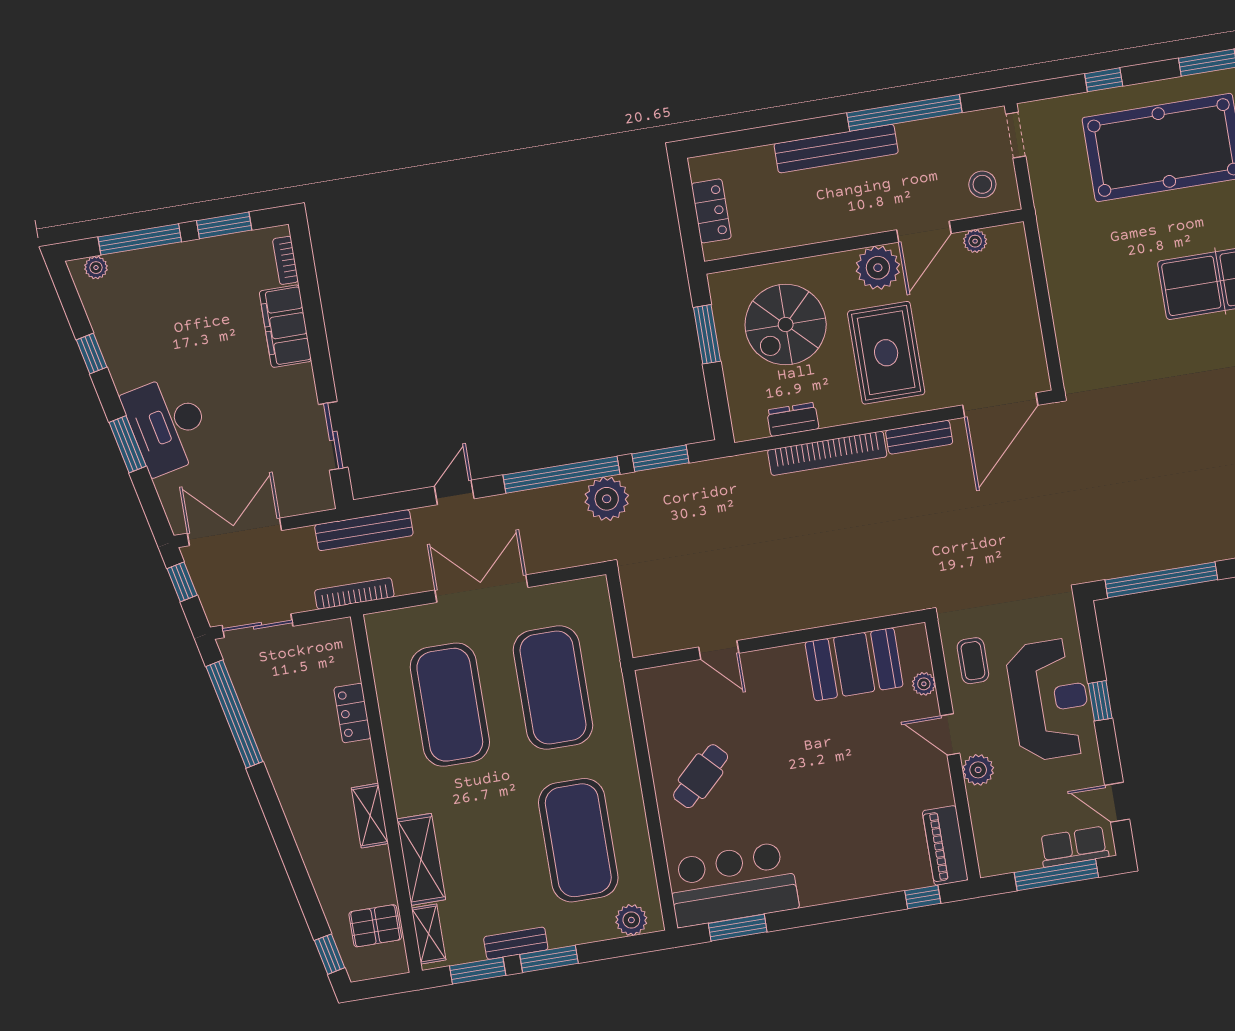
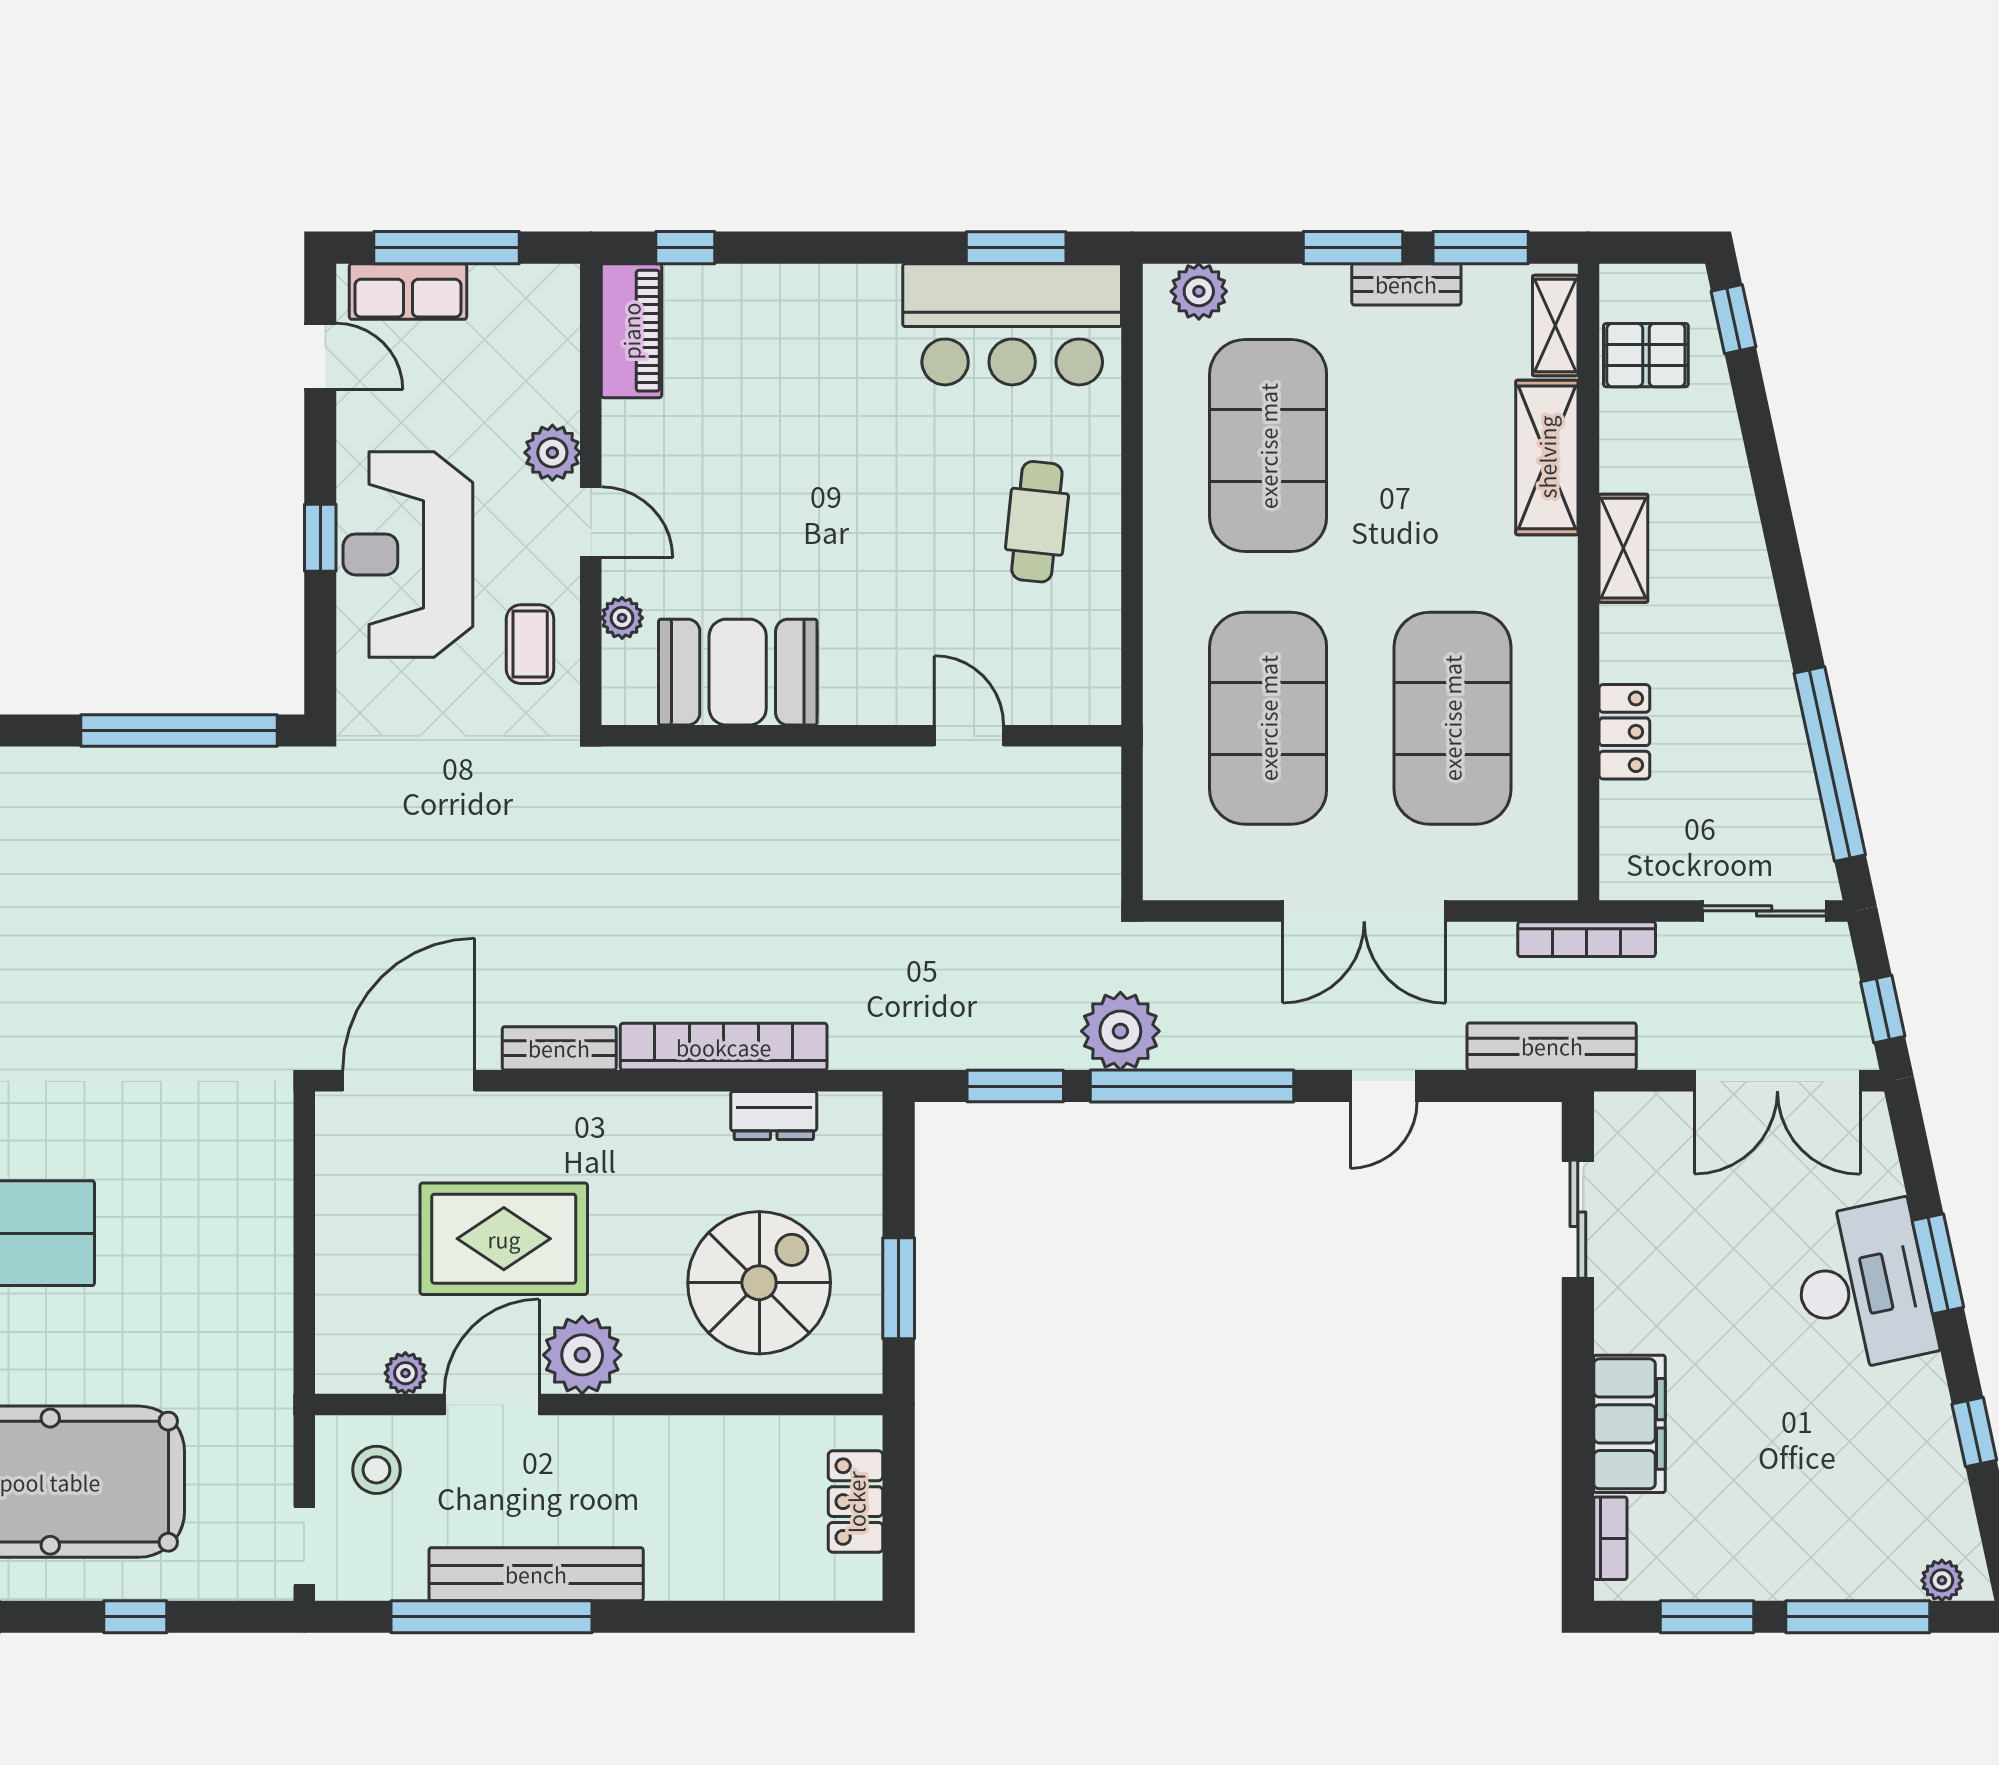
bench: (836, 149) -> (536, 1574), moved
rug: (886, 353) -> (504, 1239), moved, turned 90
cafe table: (701, 776) -> (1037, 522), turned -40

